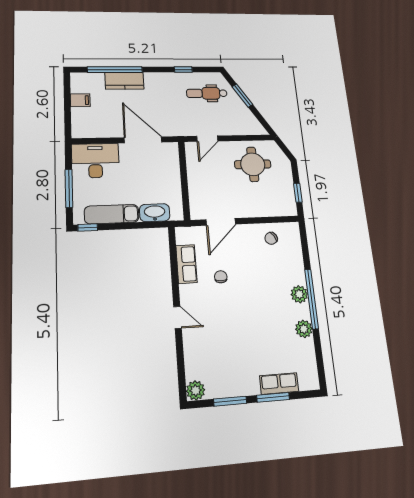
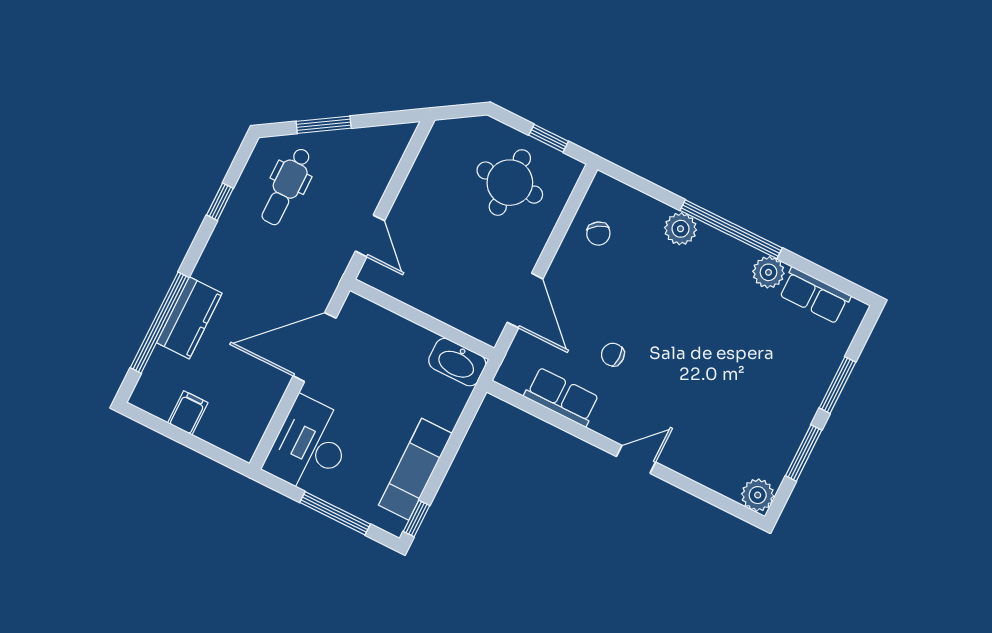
round table: (253, 164) -> (510, 183), moved
washbasin: (155, 213) -> (457, 362), moved, turned -90
plant: (299, 294) -> (681, 229), moved
row of seats: (279, 384) -> (815, 295), moved, turned -90

